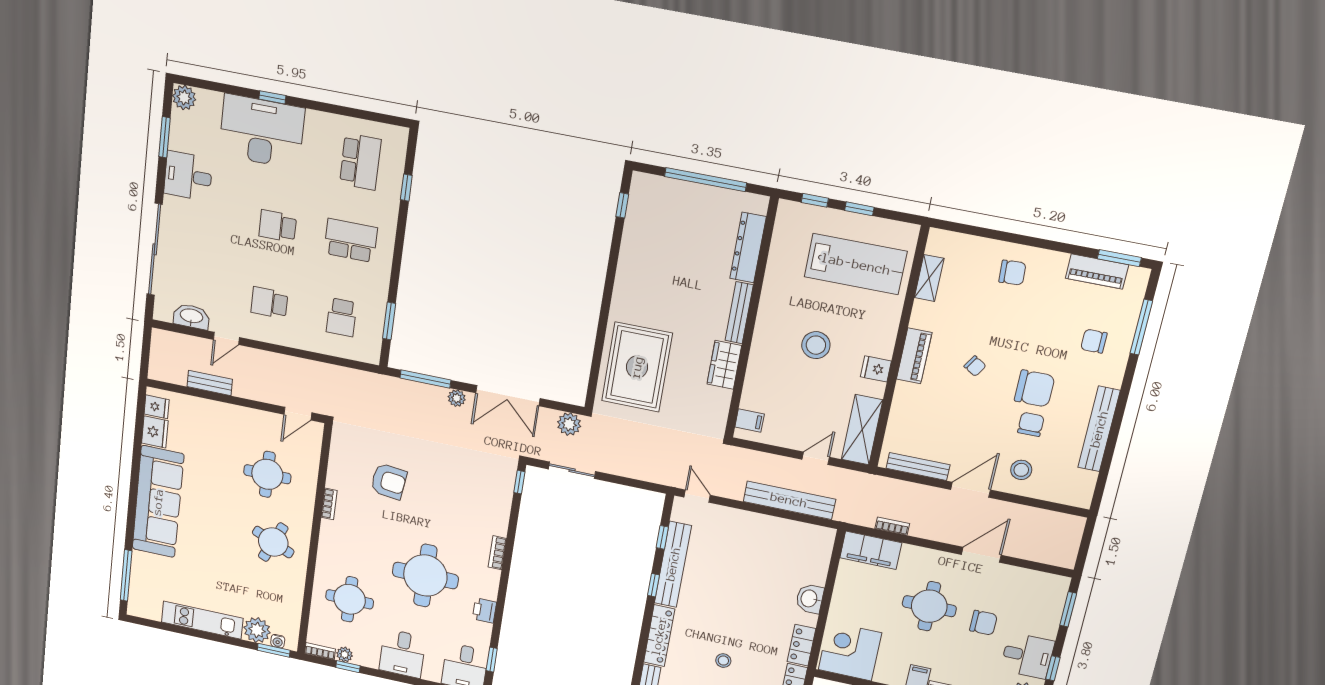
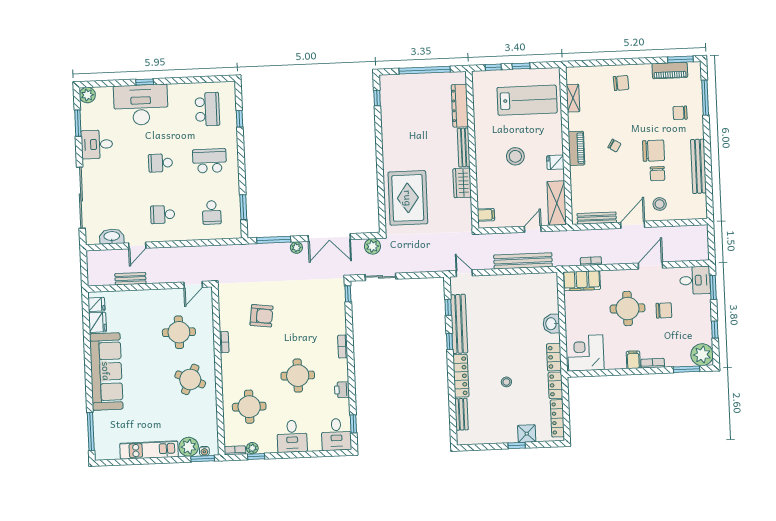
chair: (1031, 424) -> (657, 174), turned 180
round table: (425, 576) -> (298, 376), width x0.73, depth x0.73
desk: (1027, 656) -> (695, 280), moved

